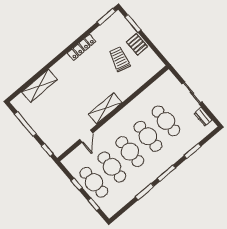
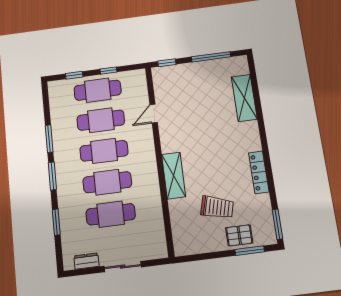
pallet: (137, 44) -> (239, 235), moved
shelving: (105, 108) -> (174, 176), moved
door: (86, 136) -> (154, 114), hinge flipped

